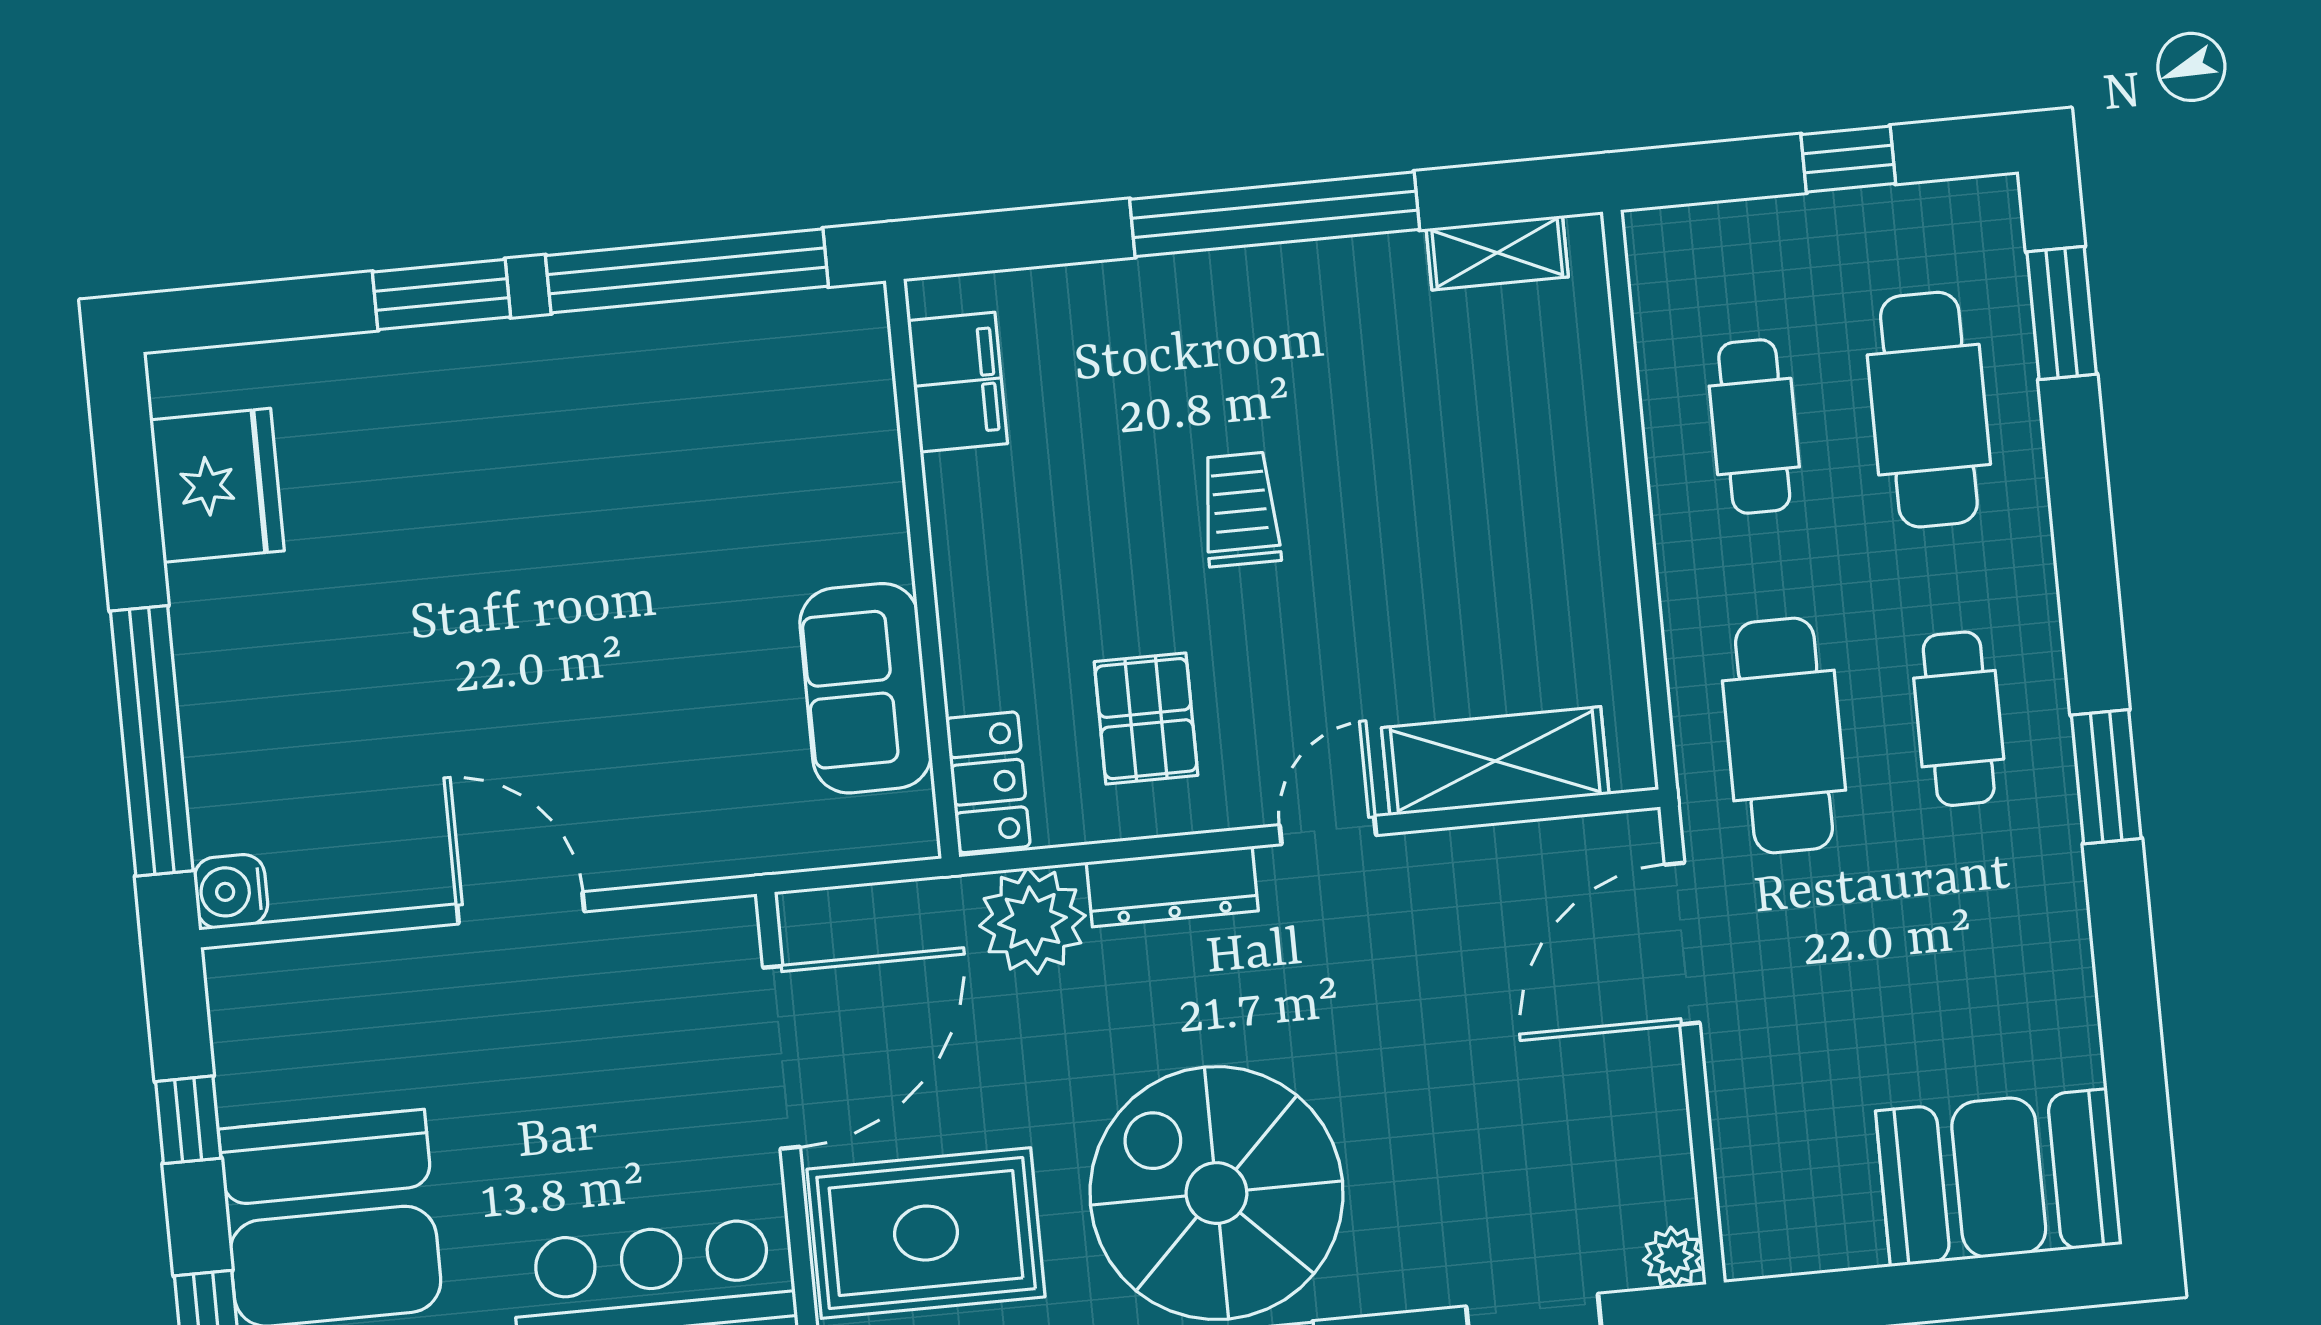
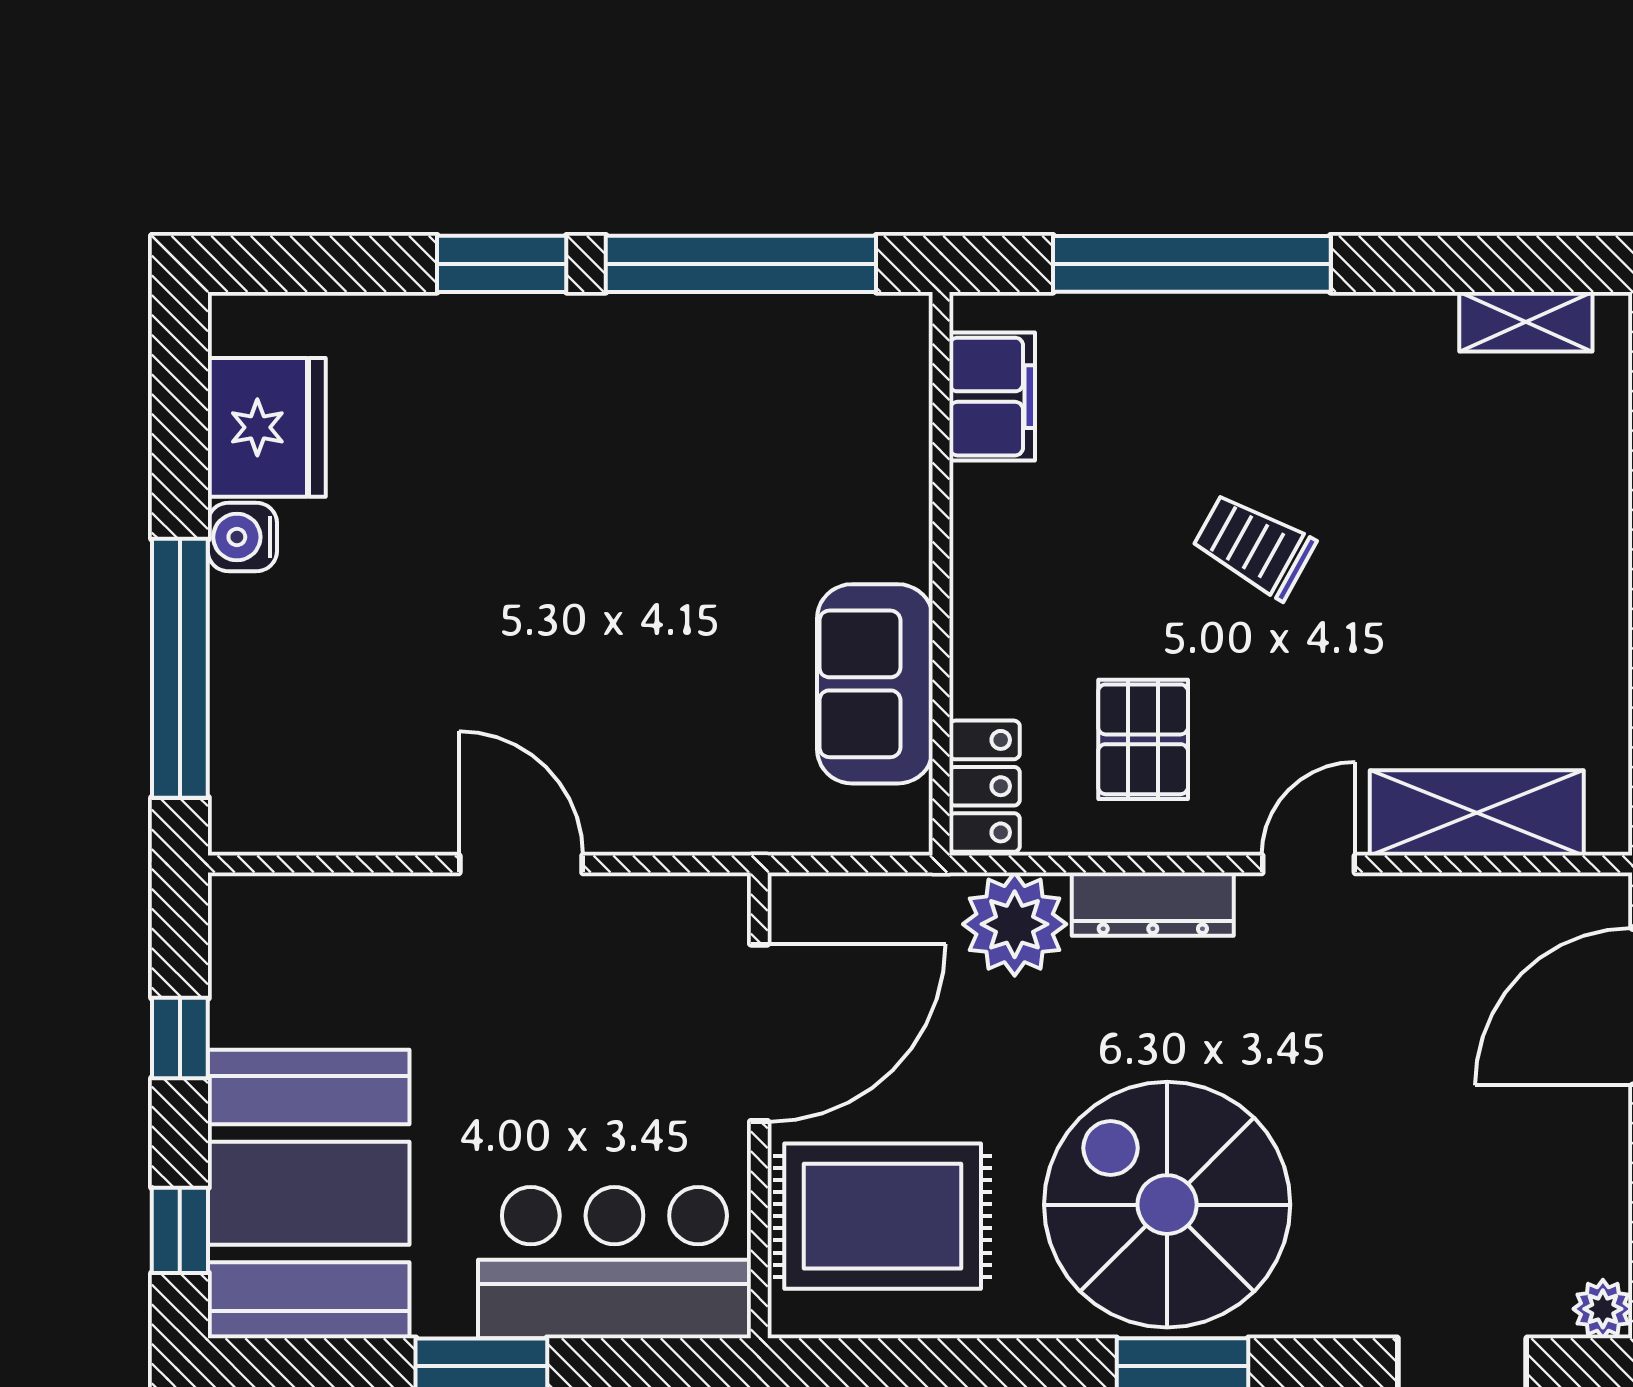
window: (1275, 214) -> (1192, 264), moved
trolley: (1240, 509) -> (1254, 546), turned -61
water cooler: (231, 891) -> (242, 537), moved

